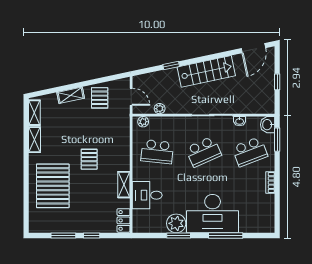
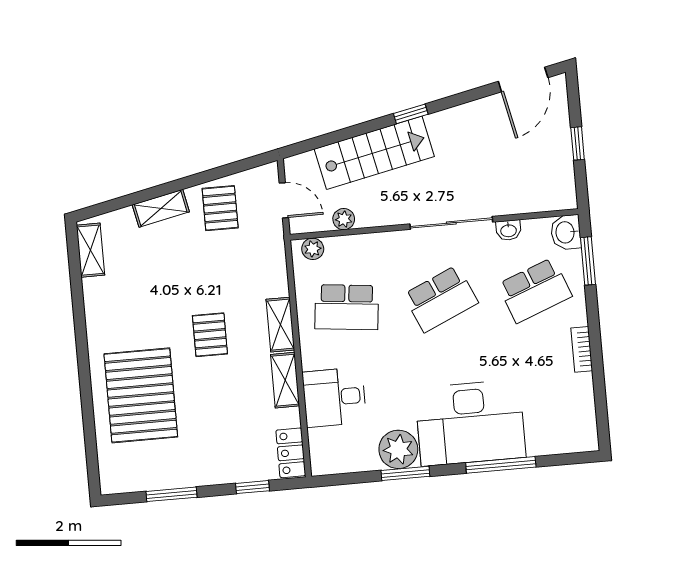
window: (171, 65) -> (411, 114), moved
stairs: (206, 71) -> (374, 153), moved
shelving: (35, 140) -> (280, 325), moved
window: (92, 235) -> (252, 487), moved

